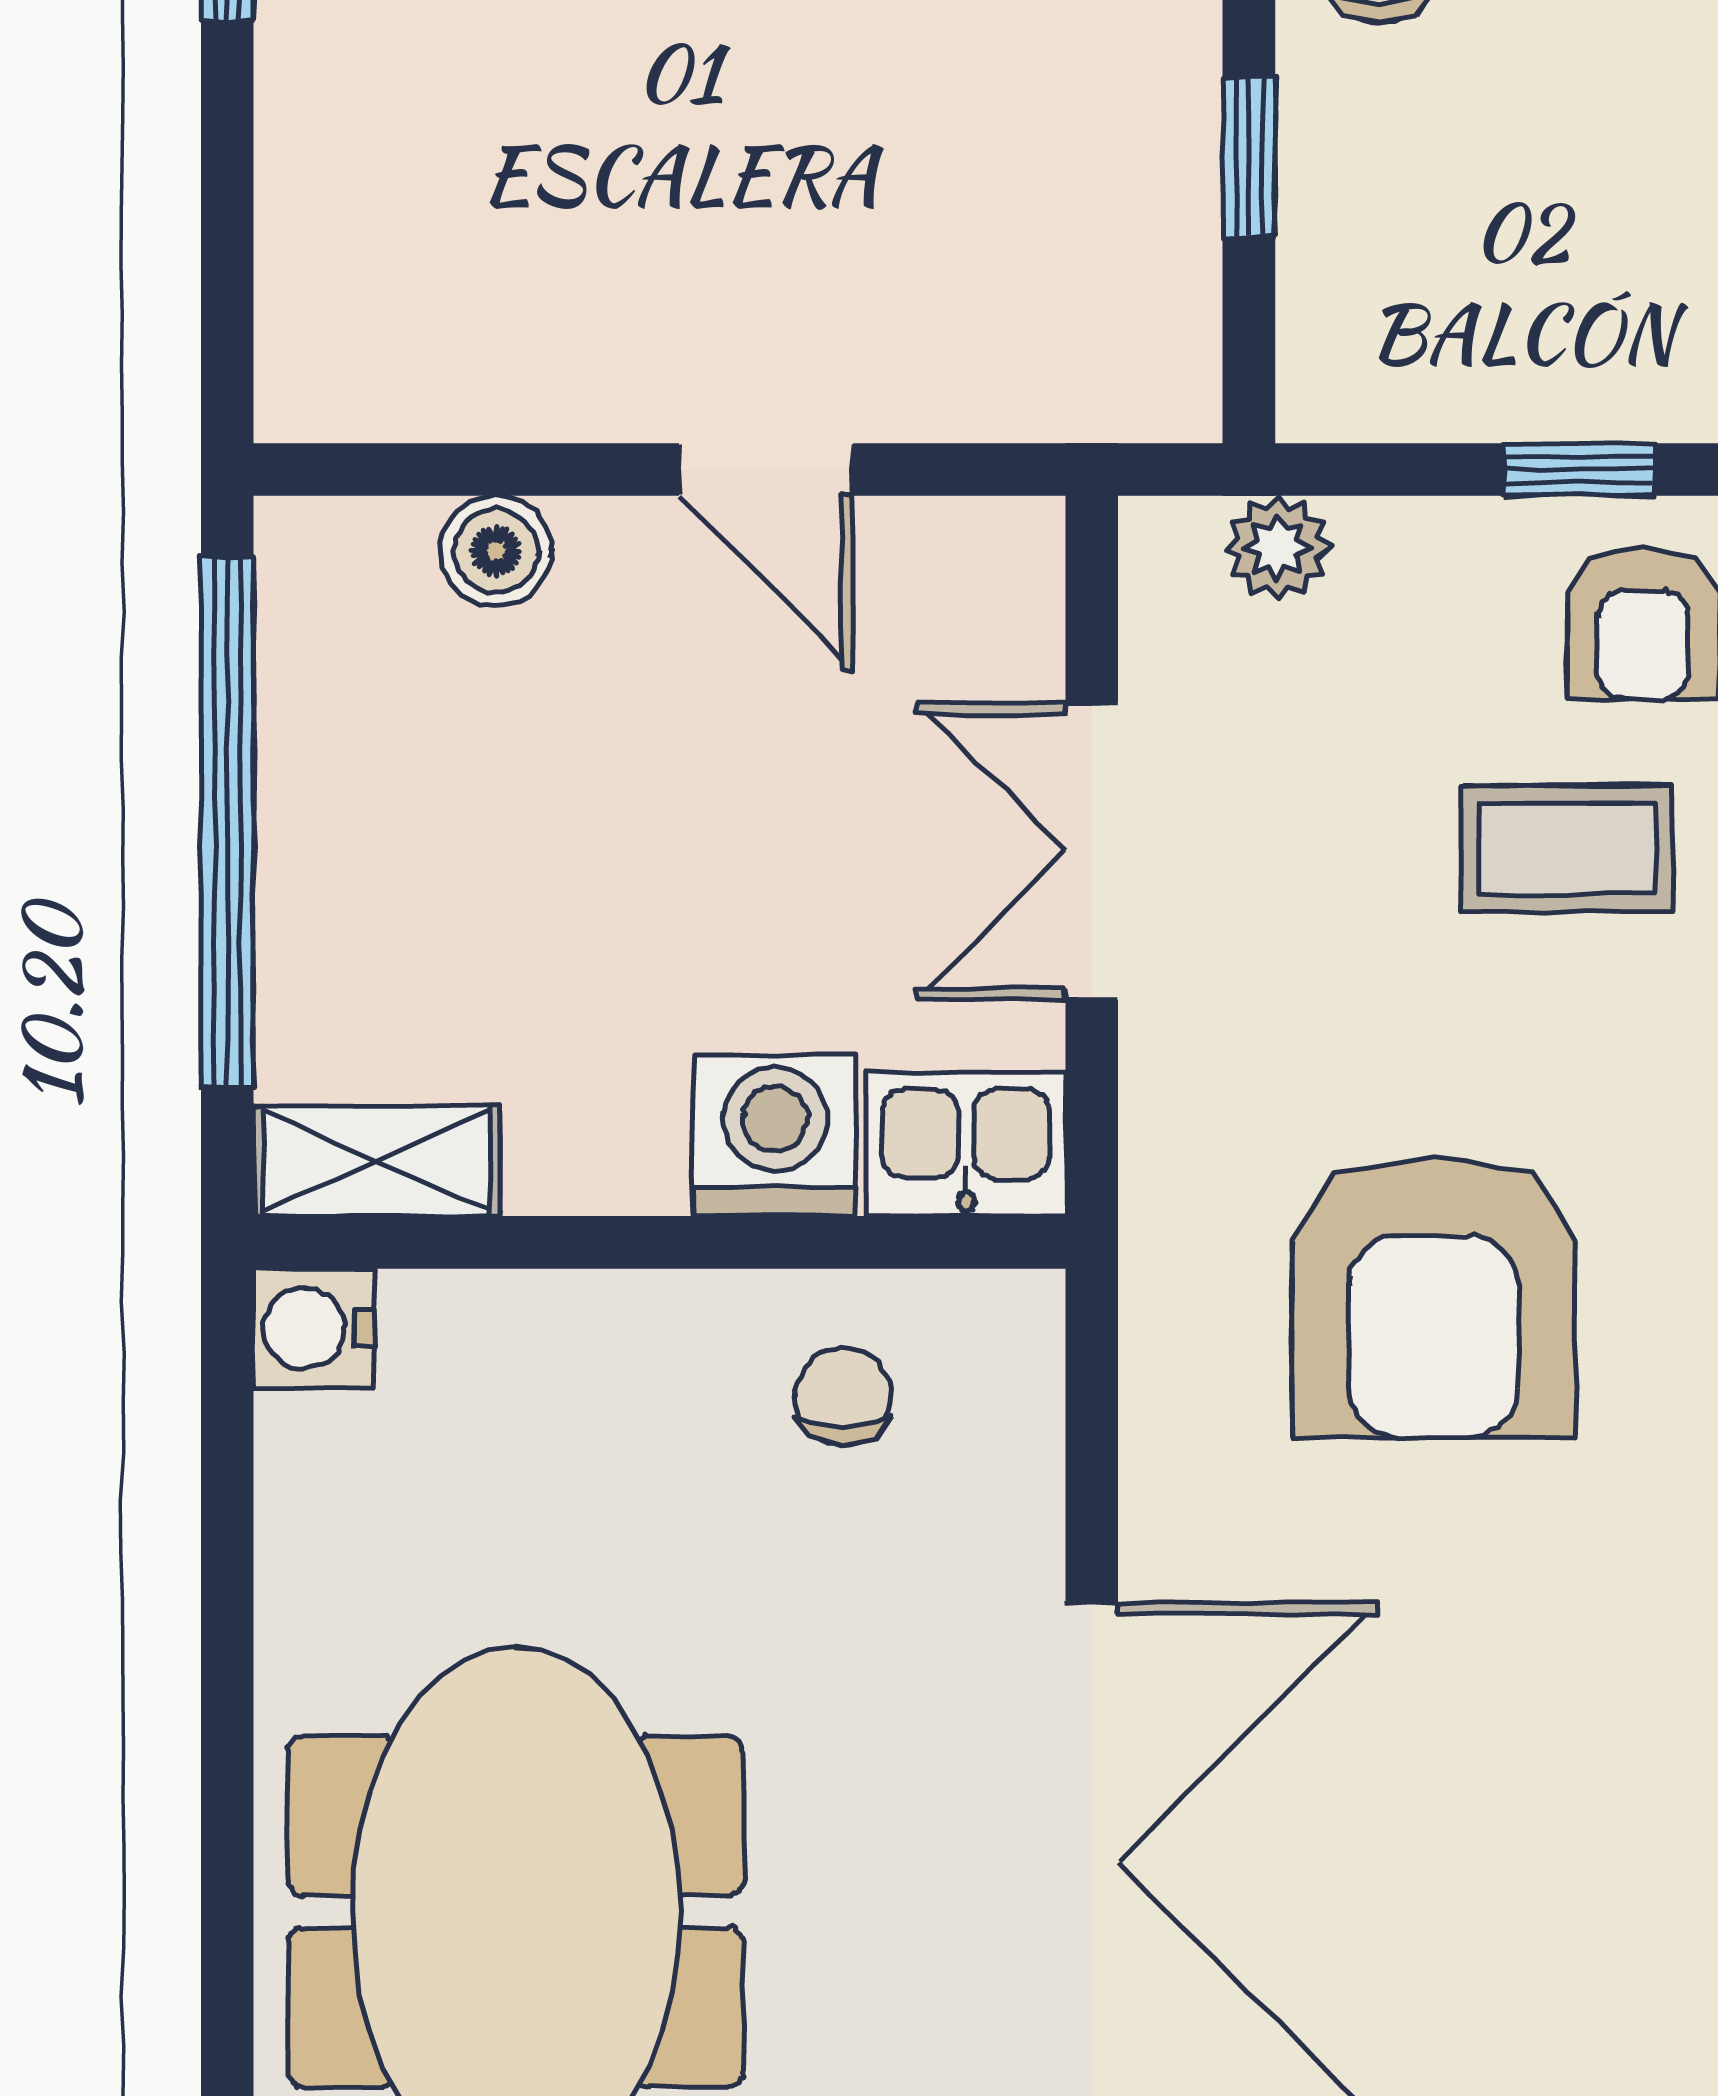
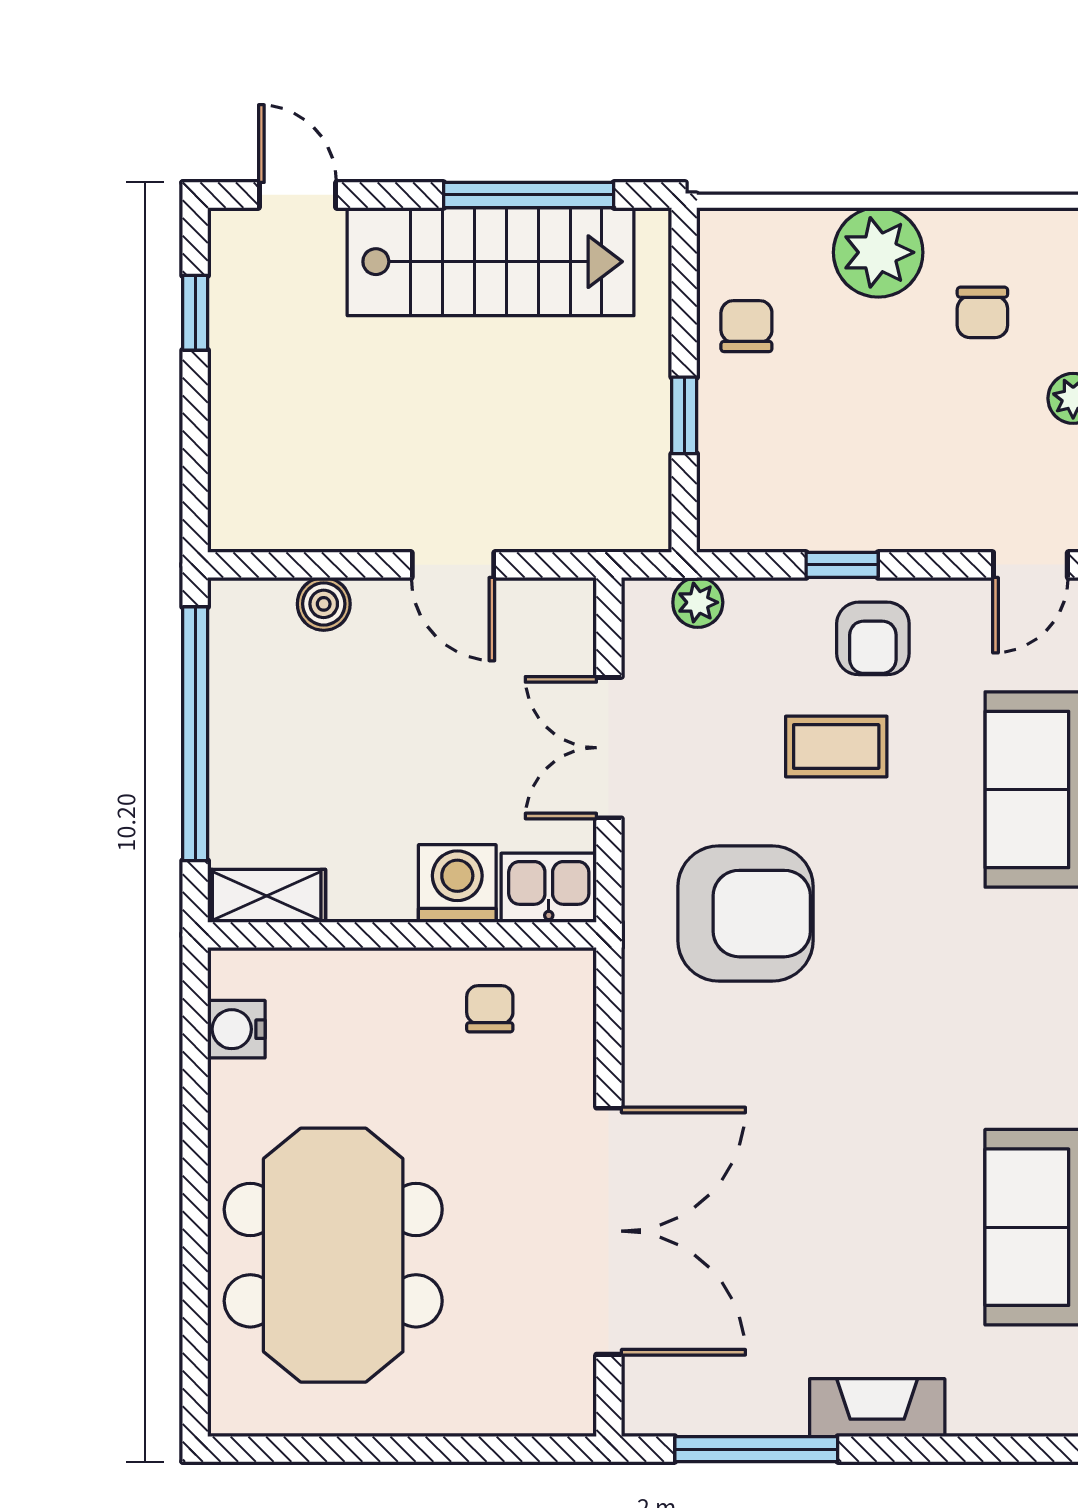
armchair: (1434, 1297) -> (746, 914), moved, turned -90
water cooler: (313, 1329) -> (236, 1029), moved

